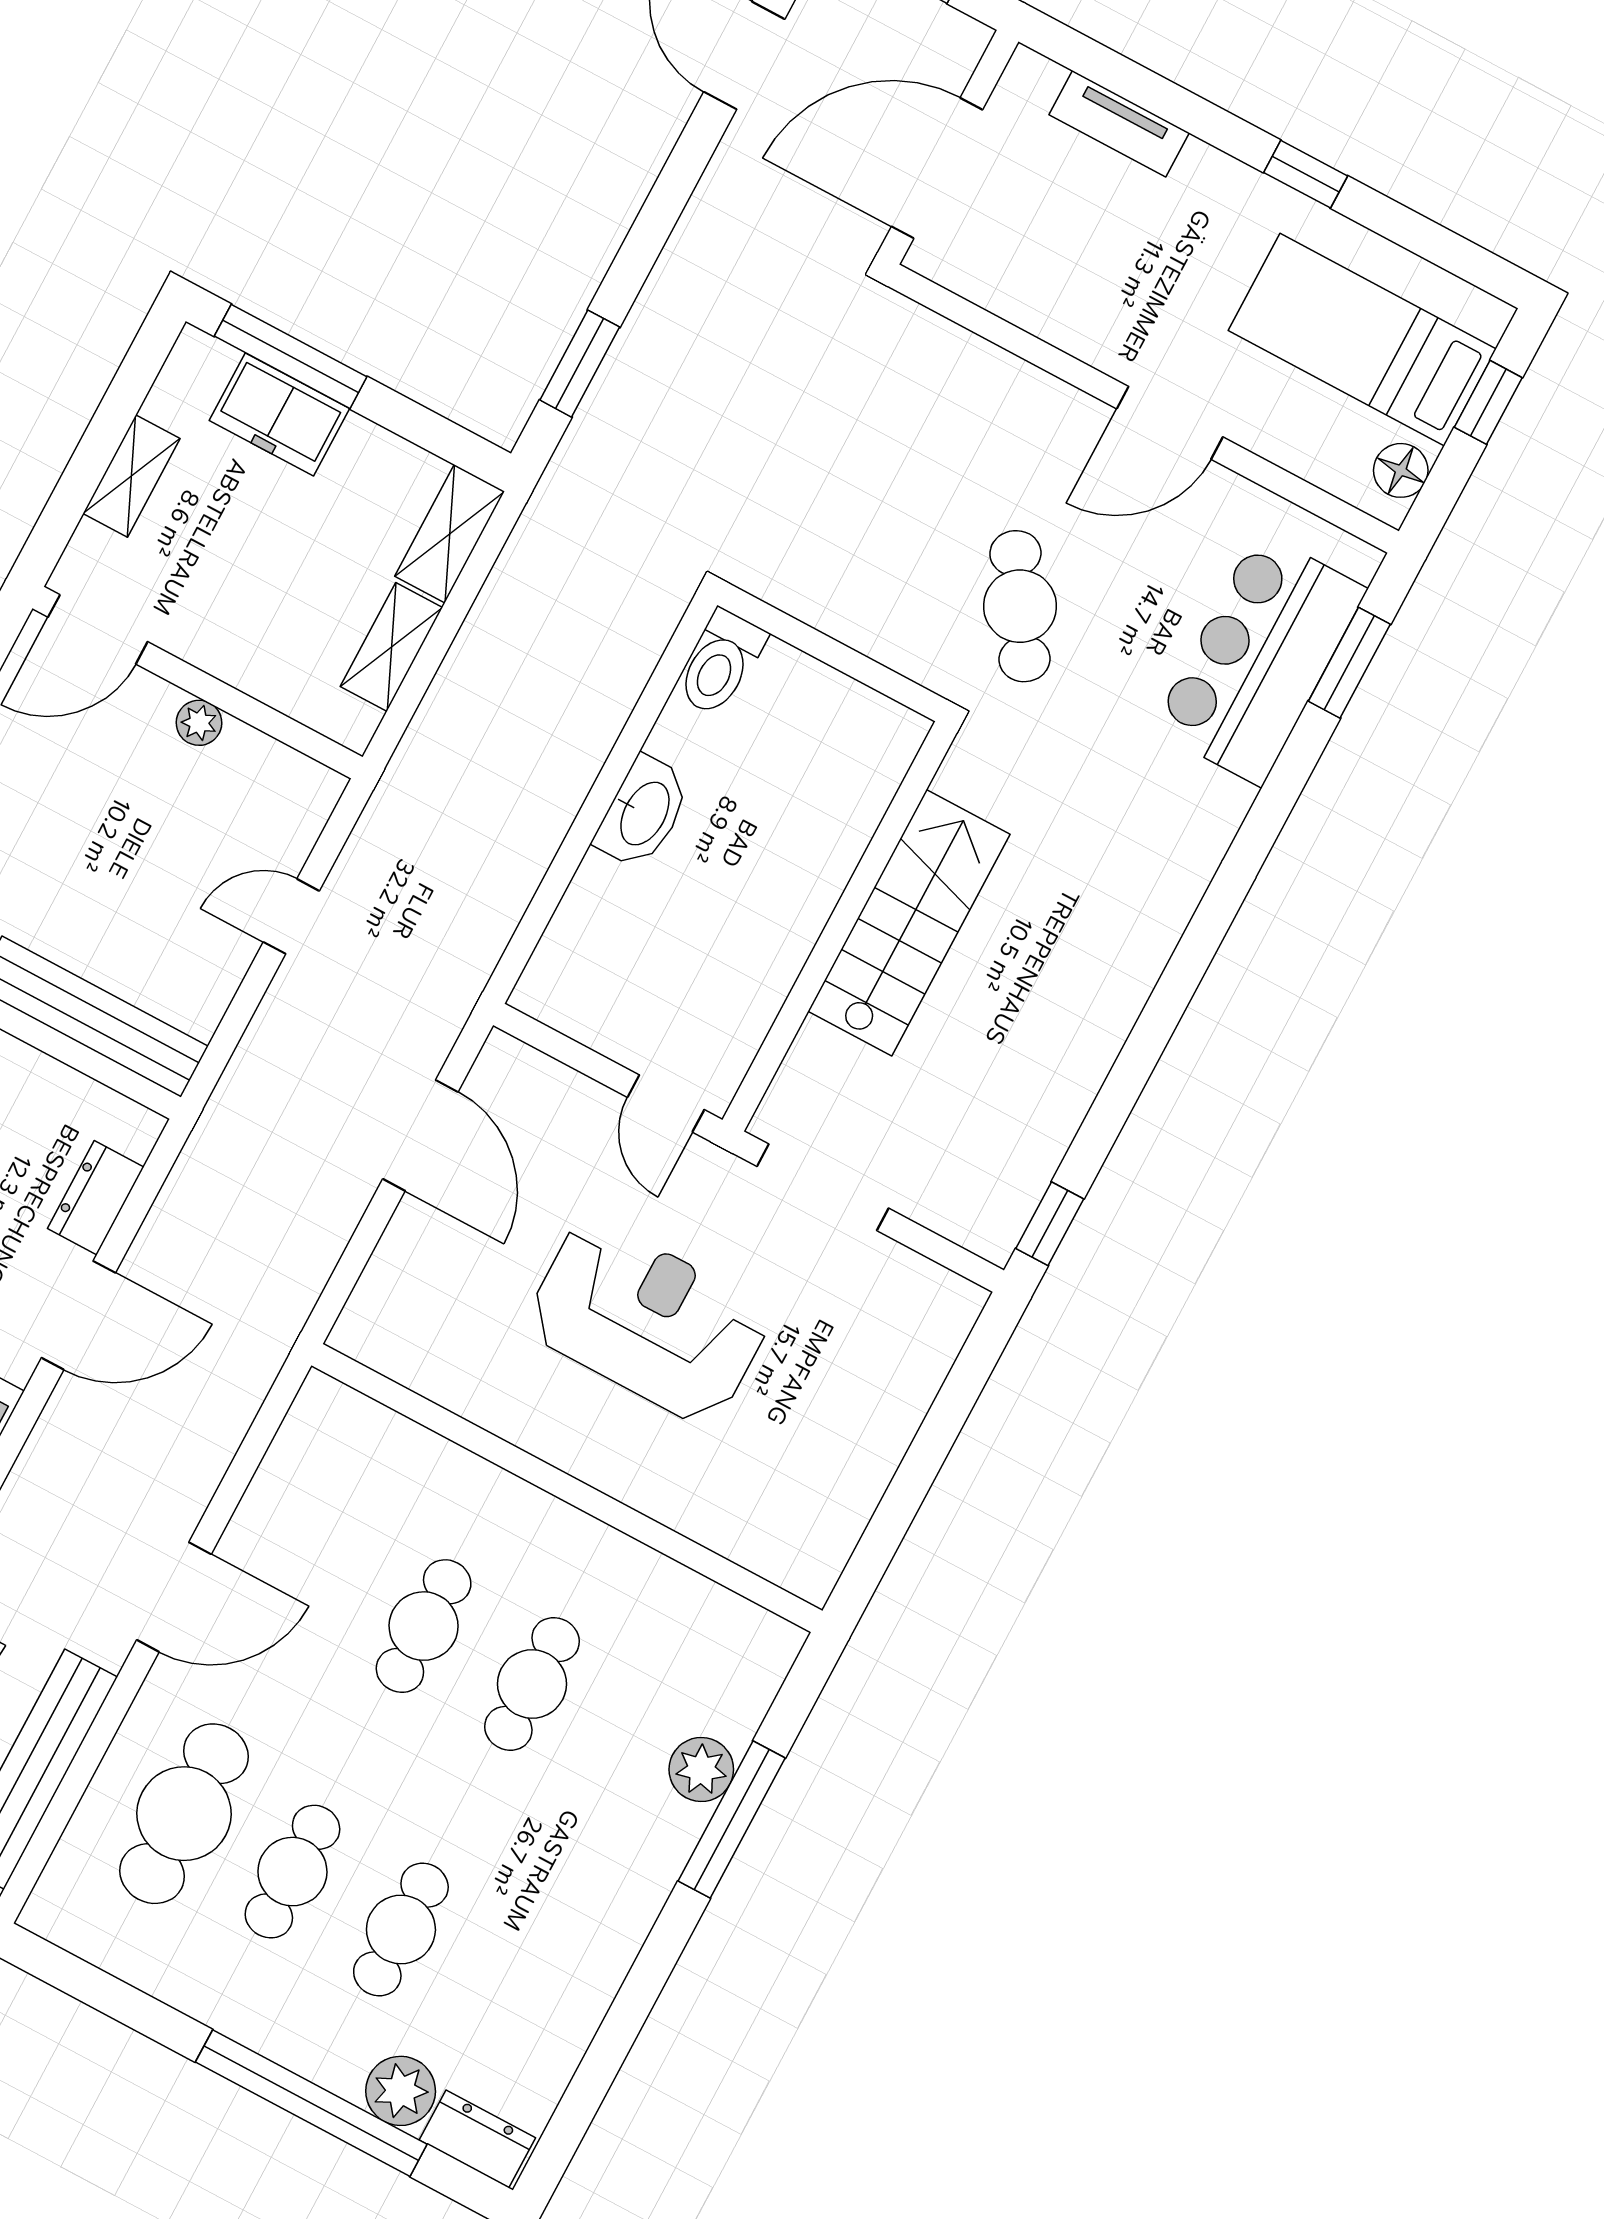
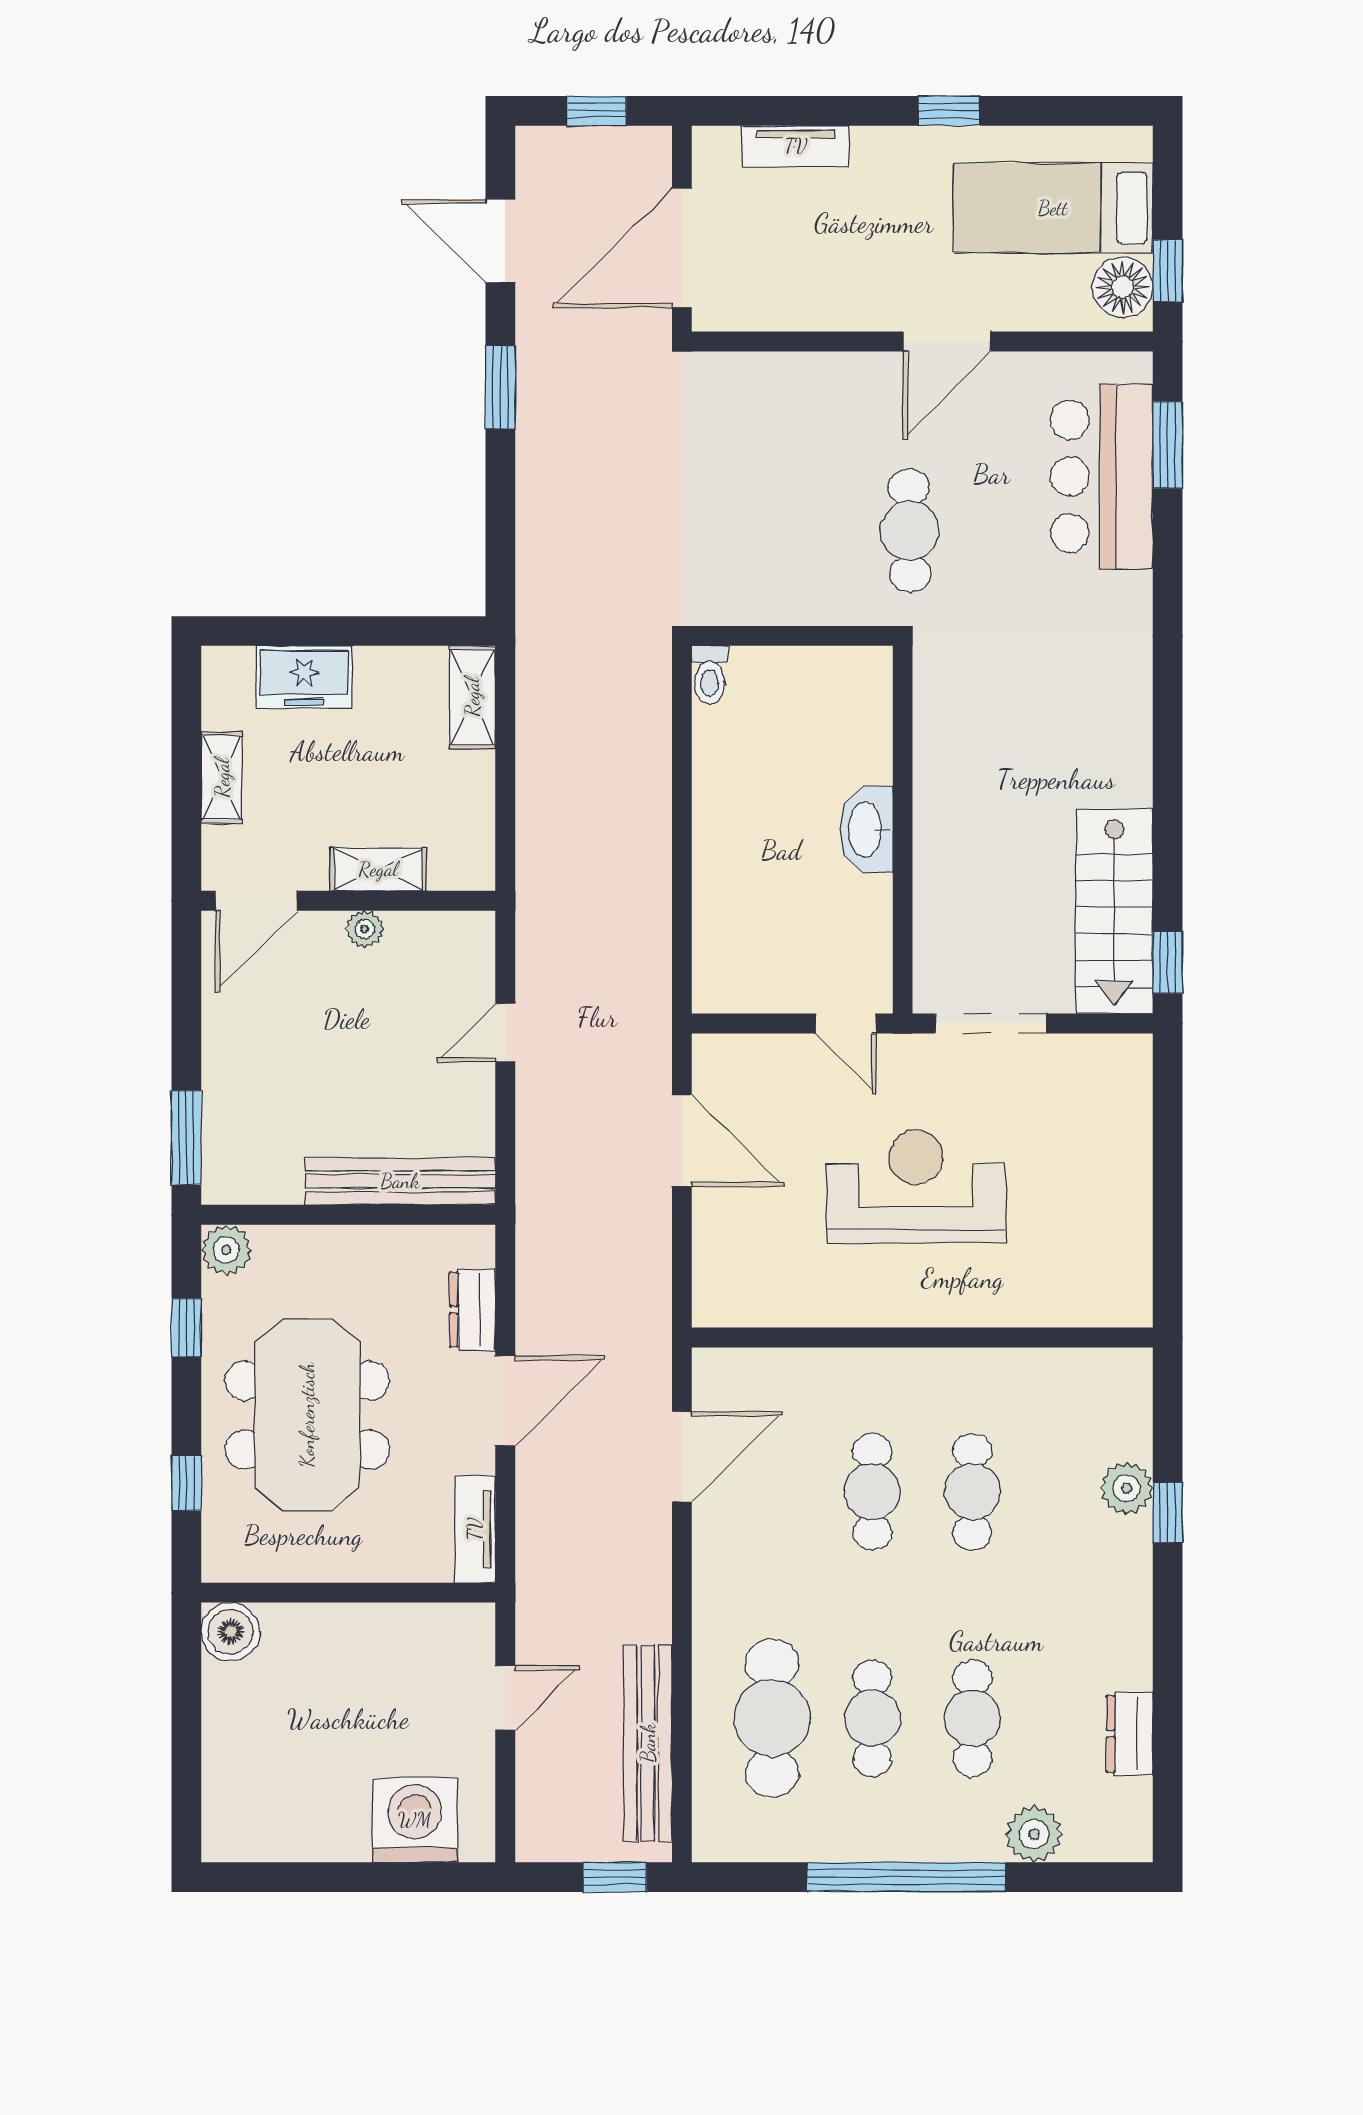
window: (291, 356) -> (290, 631), removed
window: (580, 364) -> (500, 387), moved
window: (1488, 402) -> (1168, 271), moved
floor lamp: (1401, 470) -> (1123, 287), width x1.38, depth x1.38
cafe table: (1020, 606) -> (909, 531), turned 32
shelving: (391, 647) -> (378, 869), moved, turned 90
toilet: (721, 663) -> (710, 675), width x0.73, depth x0.72
washbasin: (643, 813) -> (866, 830), moved, turned 180
stairs: (909, 923) -> (1114, 911), moved, turned 180
door: (174, 1597) -> (682, 1457), moved
window: (732, 1820) -> (1168, 1512), width x0.46
window: (311, 2103) -> (906, 1877), moved
dresser: (477, 2139) -> (1130, 1734), moved, turned -90

